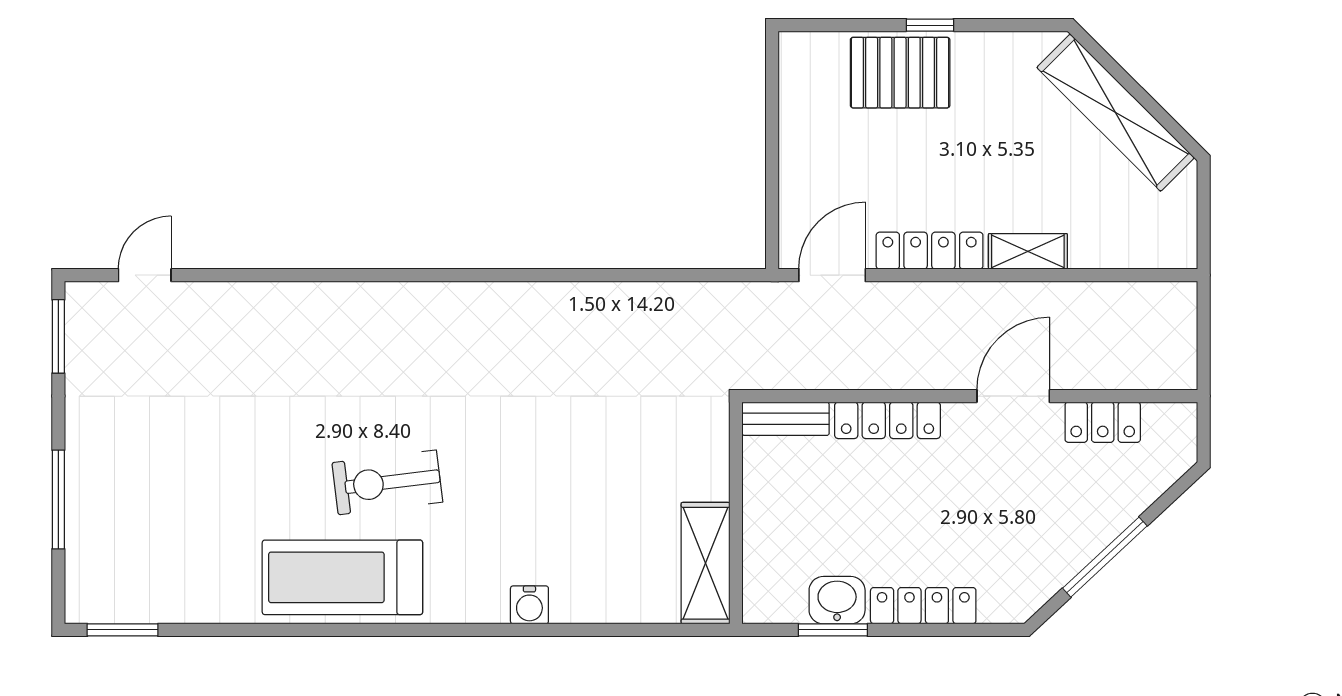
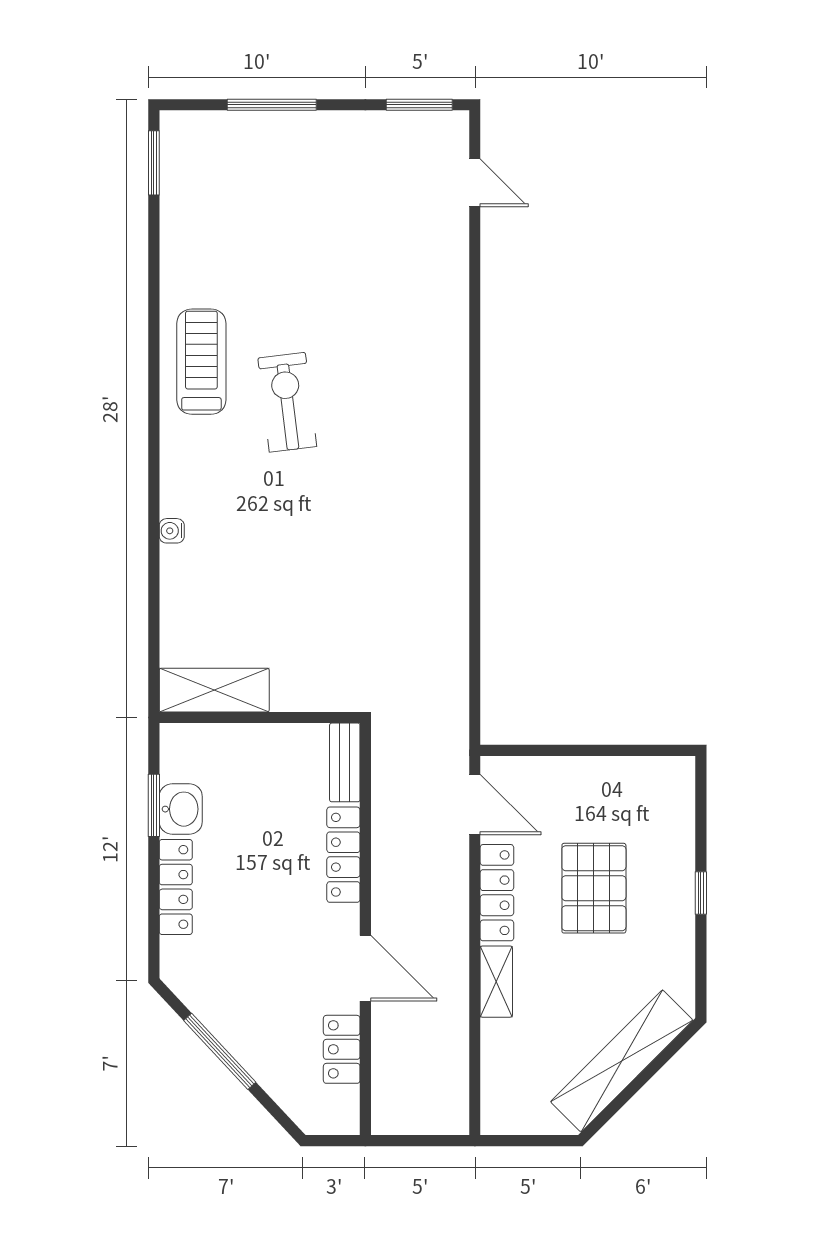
pallet: (900, 73) -> (594, 888), moved
treadmill: (342, 577) -> (201, 362), width x0.73, depth x0.73
water cooler: (529, 605) -> (172, 531), width x0.72, depth x0.72

